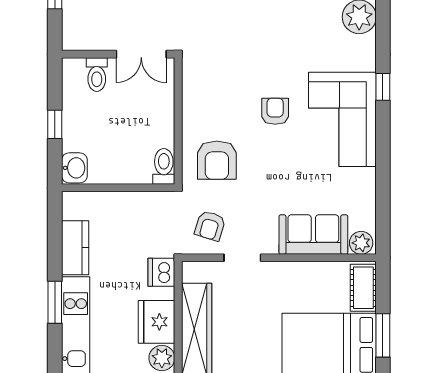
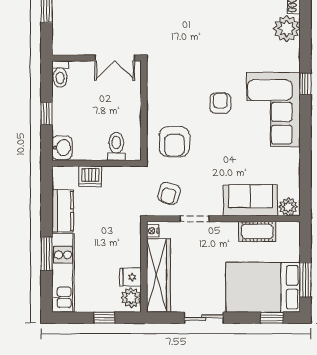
toilet: (97, 75) -> (60, 74), moved
toilet: (164, 166) -> (116, 146), moved
dishwasher: (161, 272) -> (90, 176), moved, turned -90
nightstand: (189, 273) -> (153, 231), added
cot: (363, 288) -> (257, 231), moved, turned 90
fridge: (157, 322) -> (130, 277), width x0.53, depth x0.75

